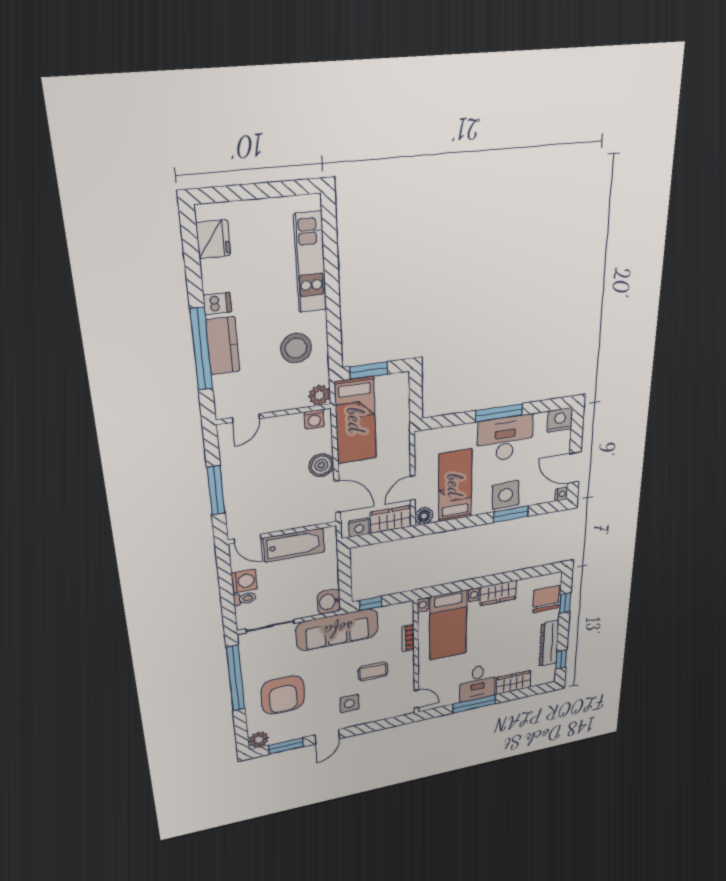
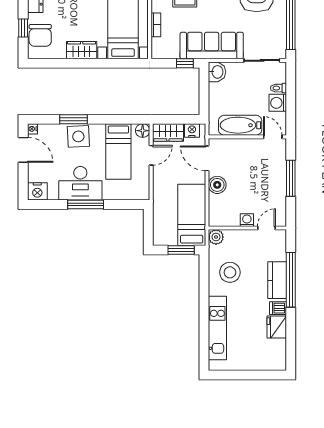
fridge: (213, 239) -> (277, 327), moved
washing machine: (314, 419) -> (247, 220), moved

